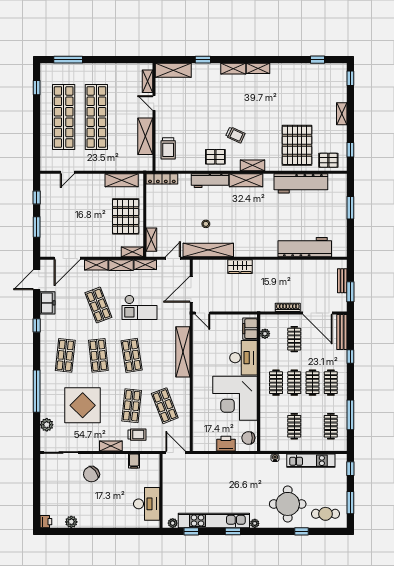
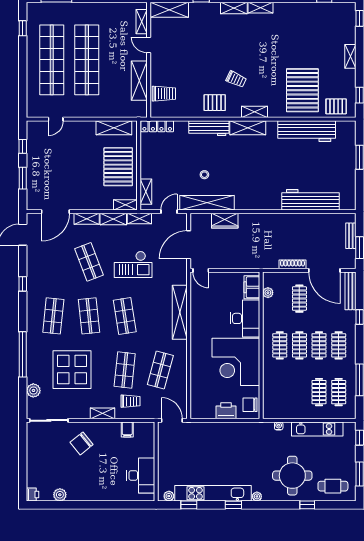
trolley: (168, 148) -> (164, 94), turned -90
wardrobe: (240, 267) -> (225, 221), moved
freezer: (48, 303) -> (34, 260), removed
shop shelf: (165, 406) -> (160, 370), turned 36
clothes rail: (294, 426) -> (319, 392), moved

